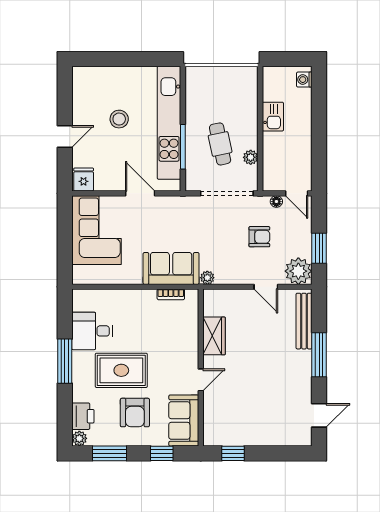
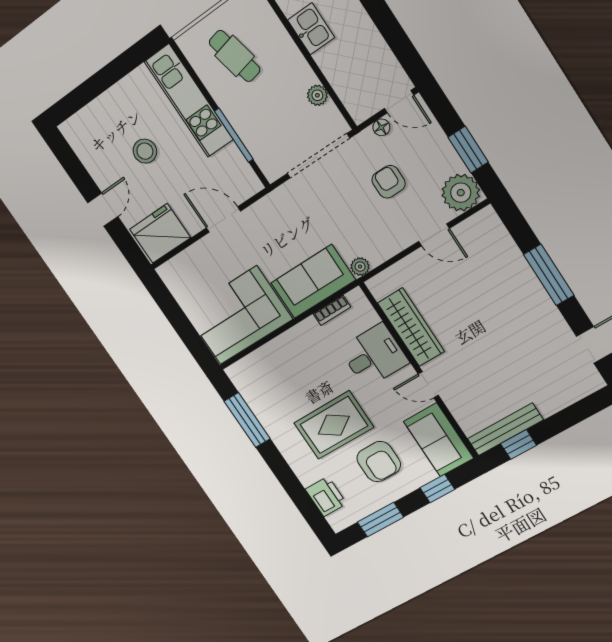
kitchen unit: (169, 123) -> (189, 101), width x0.73
cafe table: (220, 144) -> (235, 56), moved
fridge: (84, 180) -> (160, 233), width x1.88, depth x1.34
corner sofa: (97, 230) -> (238, 315), moved, turned -90
armchair: (259, 237) -> (389, 182), turned -90
bench: (304, 321) -> (505, 429), moved, turned 90
desk: (92, 331) -> (374, 356), moved, turned 180
wardrobe: (214, 336) -> (411, 327), width x1.50
window: (65, 361) -> (247, 420), moved
door: (201, 380) -> (428, 385), swing flipped
plant: (79, 438) -> (338, 522), removed

